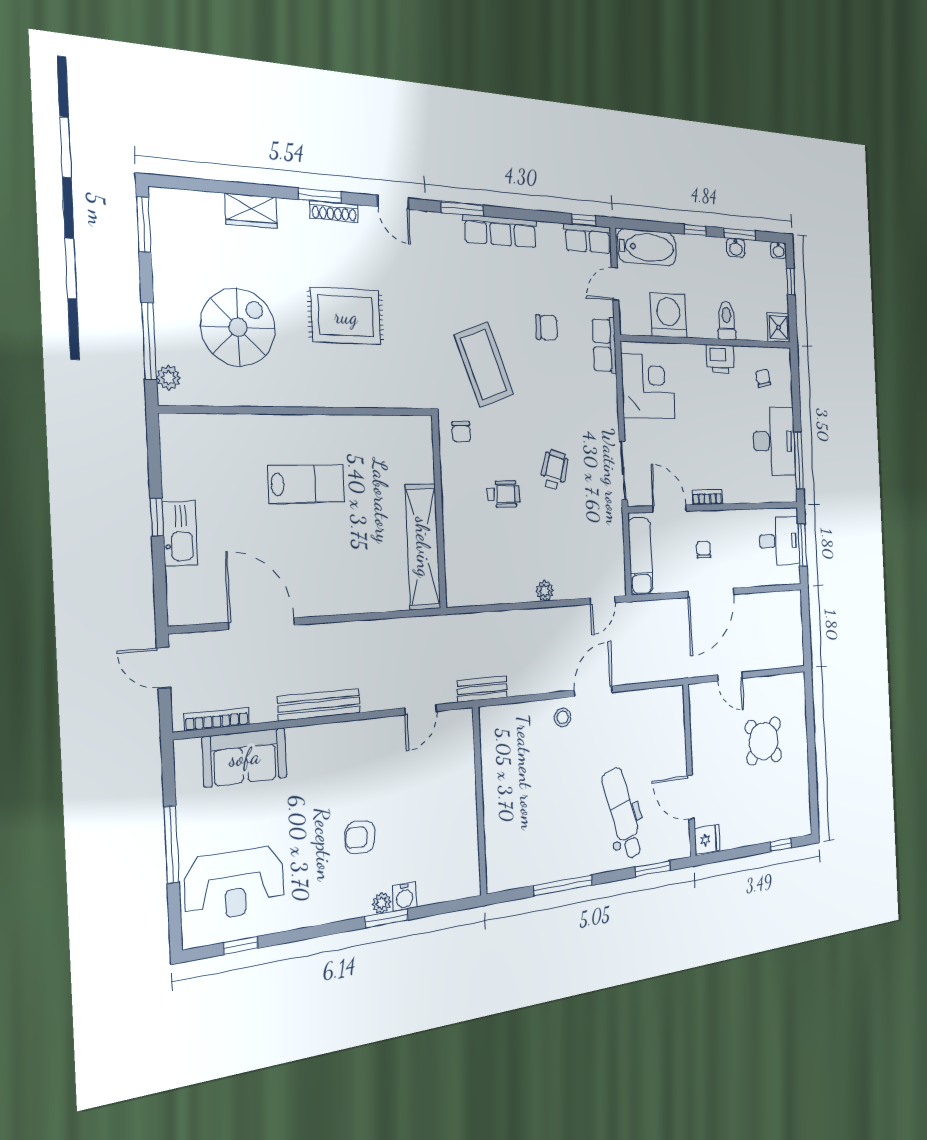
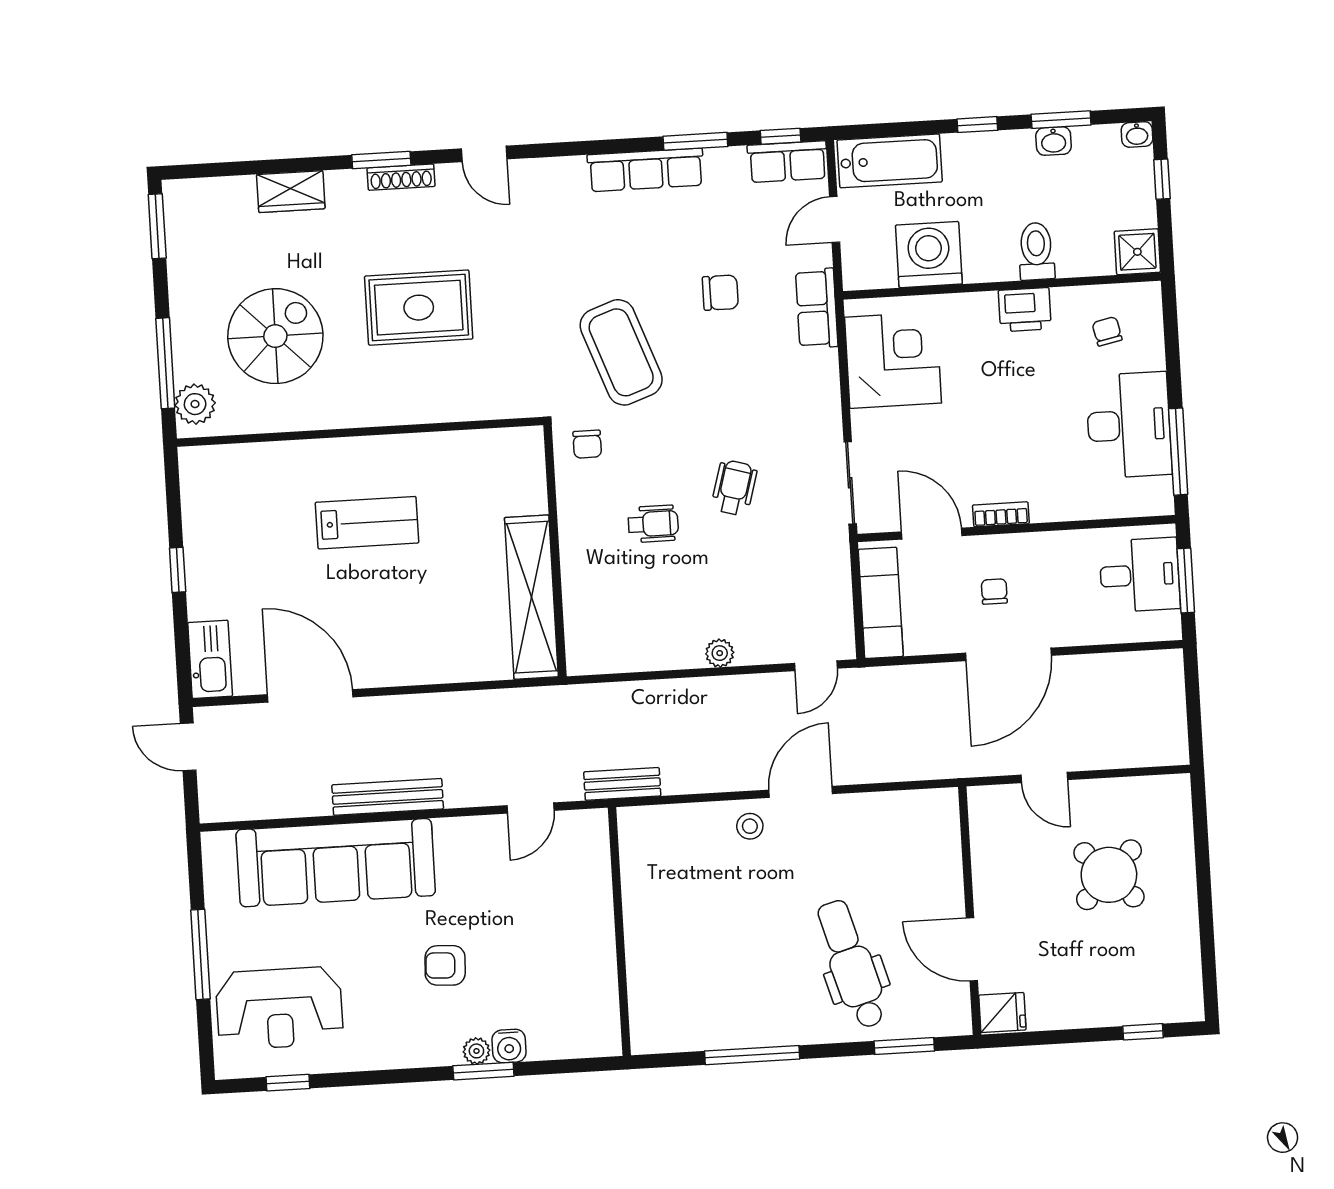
window: (462, 209) -> (695, 141), moved
plant: (169, 378) -> (195, 404), width x1.38, depth x1.38
kitchen sink: (180, 533) -> (210, 659), moved
bookcase: (217, 719) -> (254, 810), removed
sofa: (245, 757) -> (336, 863), width x1.85, depth x1.27

